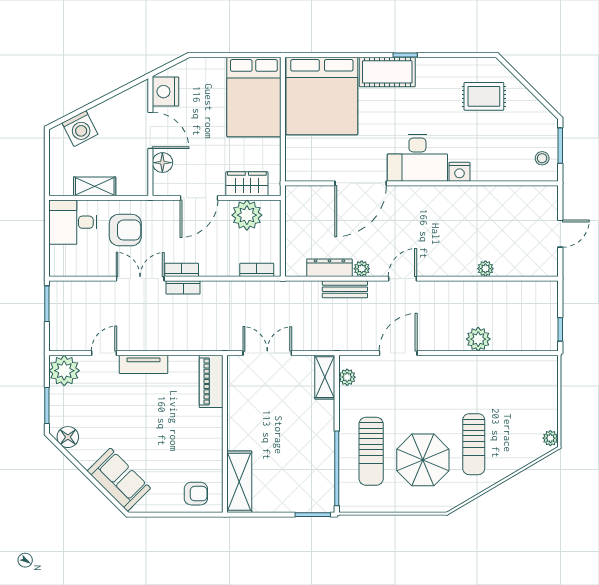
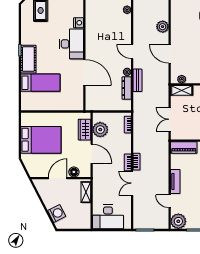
nightstand: (166, 92) -> (38, 170), removed
bed: (322, 96) -> (40, 83), width x0.49
bed: (254, 97) -> (41, 140), moved
shelving: (95, 186) -> (86, 192), moved
desk: (73, 222) -> (108, 217), width x1.37
armchair: (125, 230) -> (108, 191), removed
plant: (478, 339) -> (163, 27), moved

